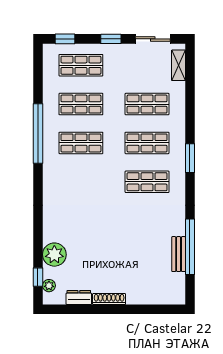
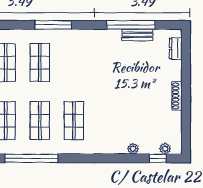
window: (190, 158) -> (53, 25), width x1.44
shop shelf: (147, 182) -> (74, 121), moved
plant: (54, 255) -> (133, 149), width x0.53, depth x0.53
dresser: (79, 298) -> (176, 48), moved

